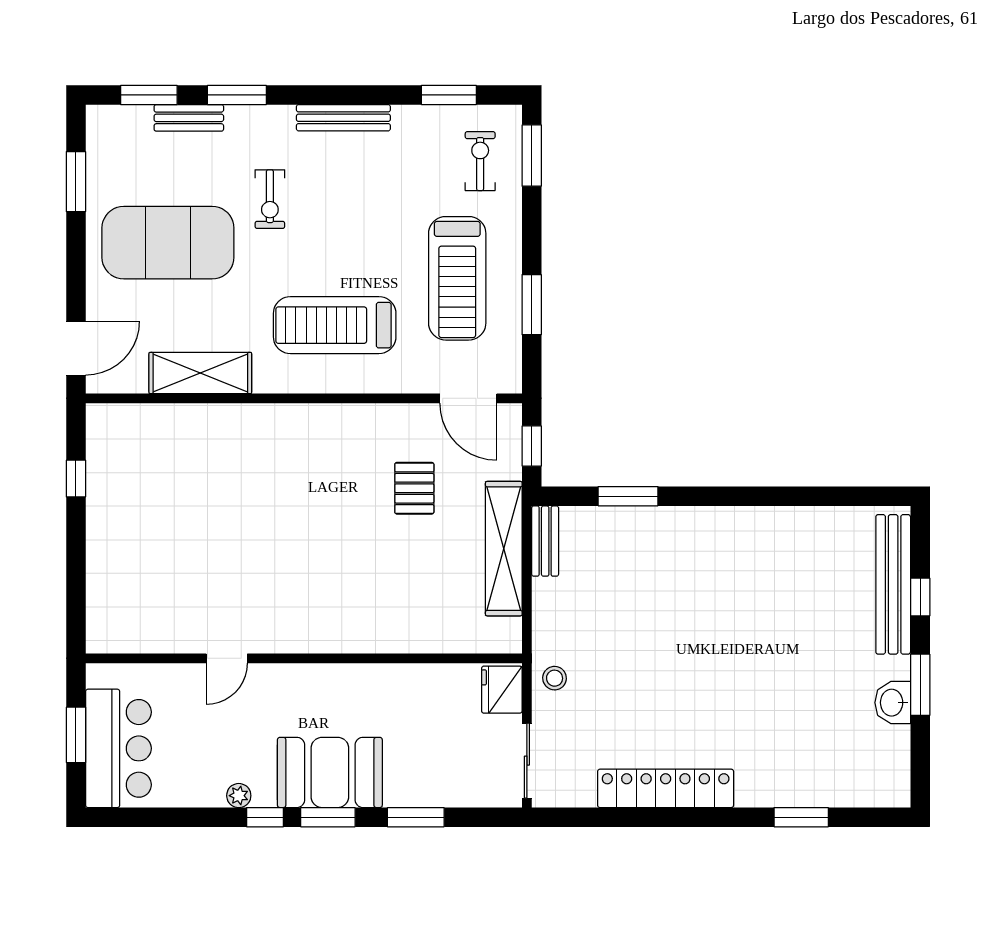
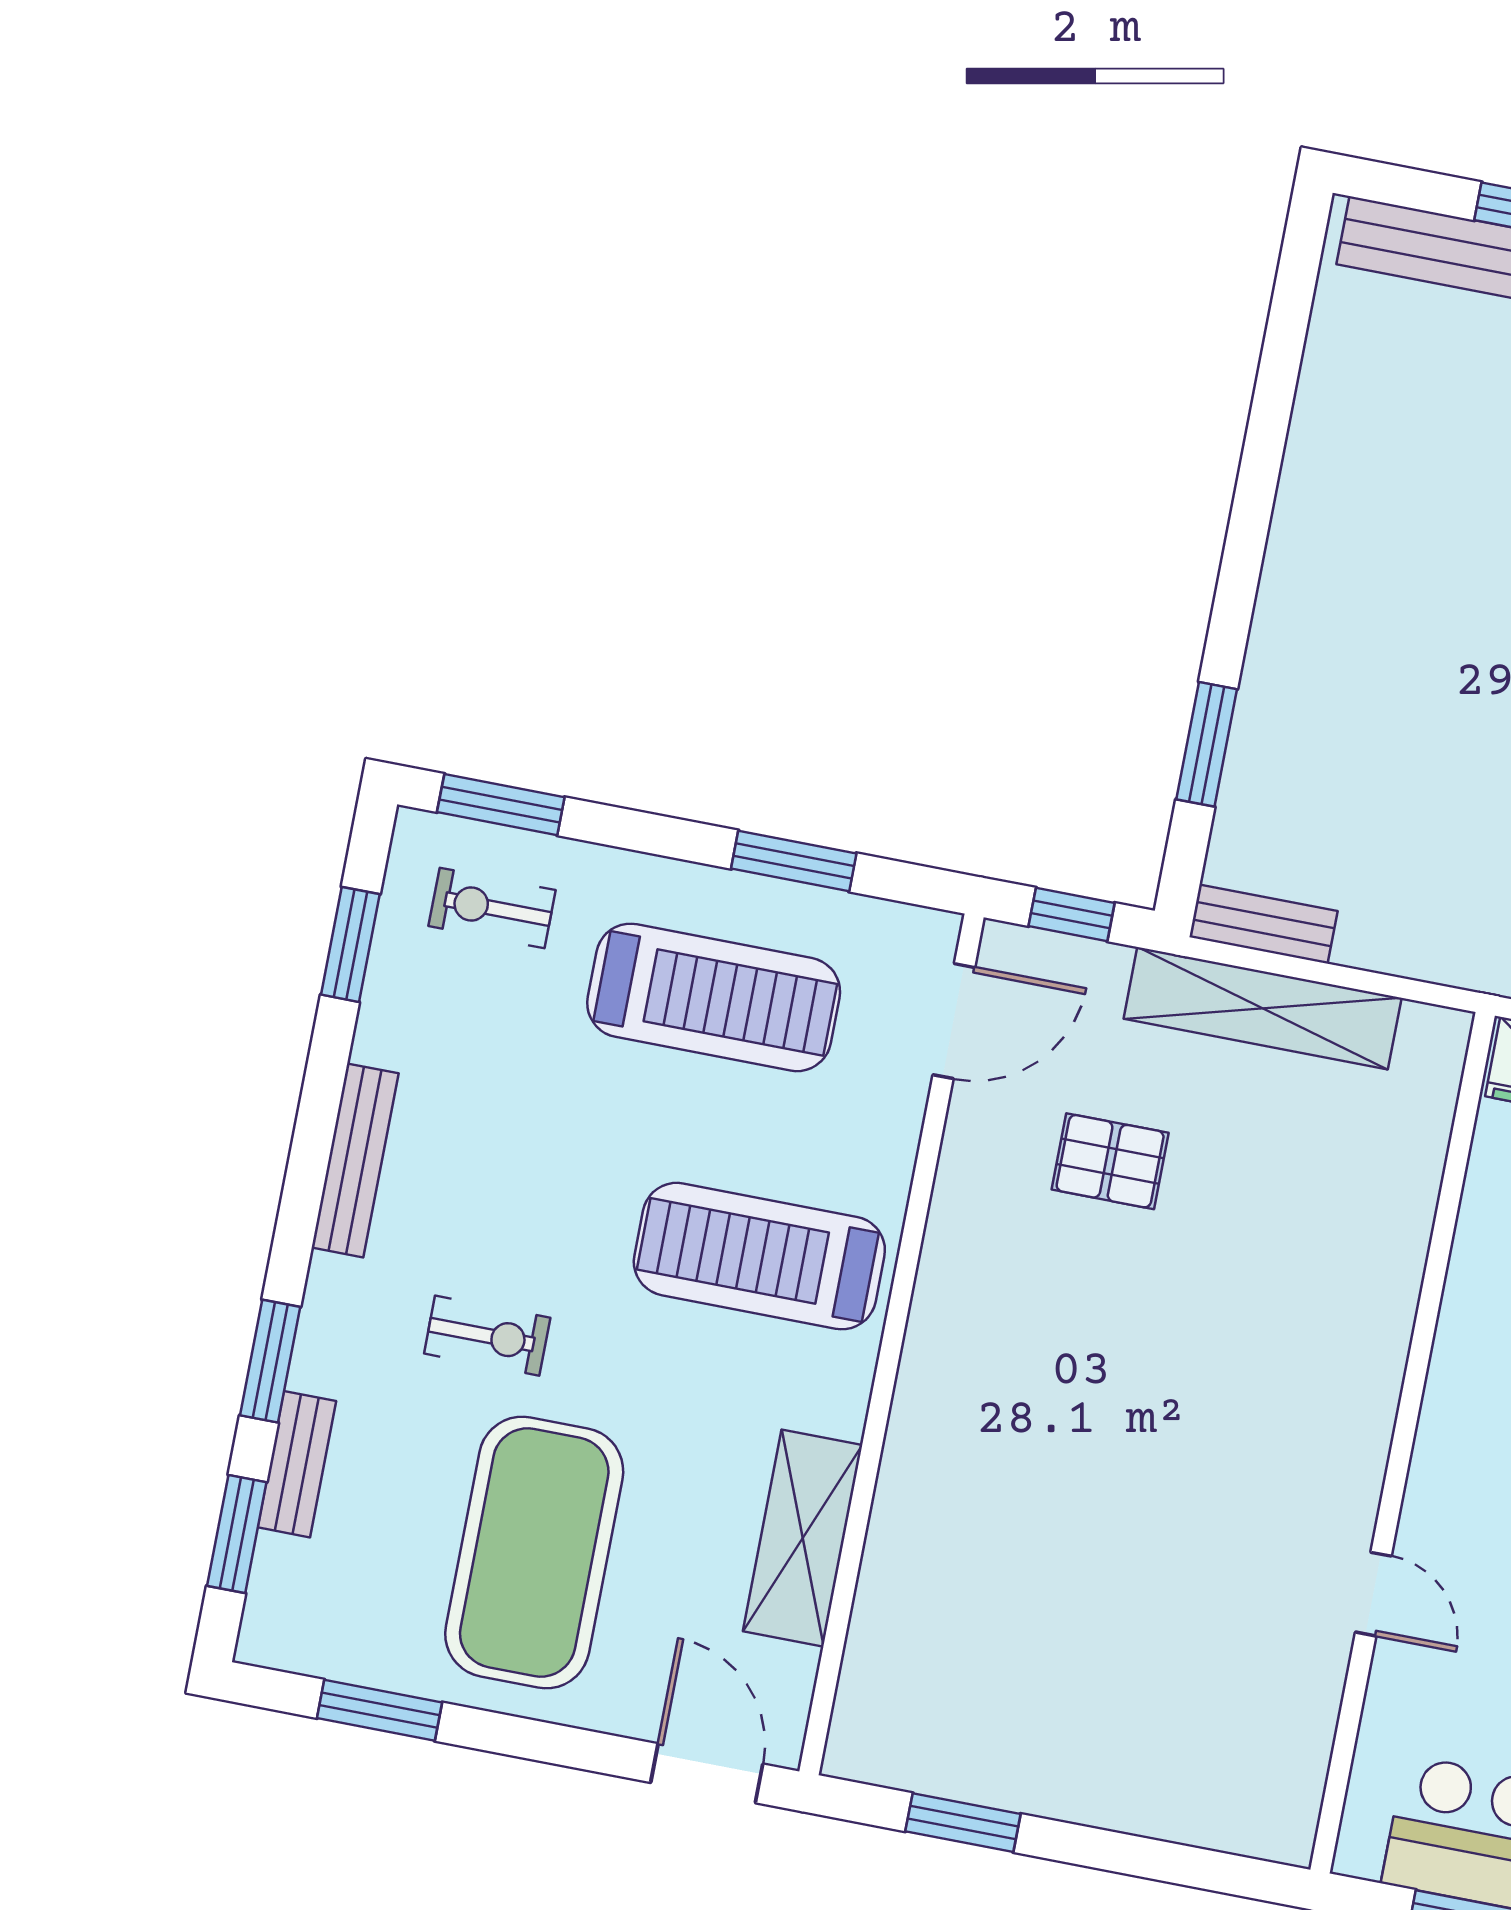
treadmill: (335, 325) -> (759, 1256), turned 90
window: (76, 479) -> (963, 1823), width x1.50

